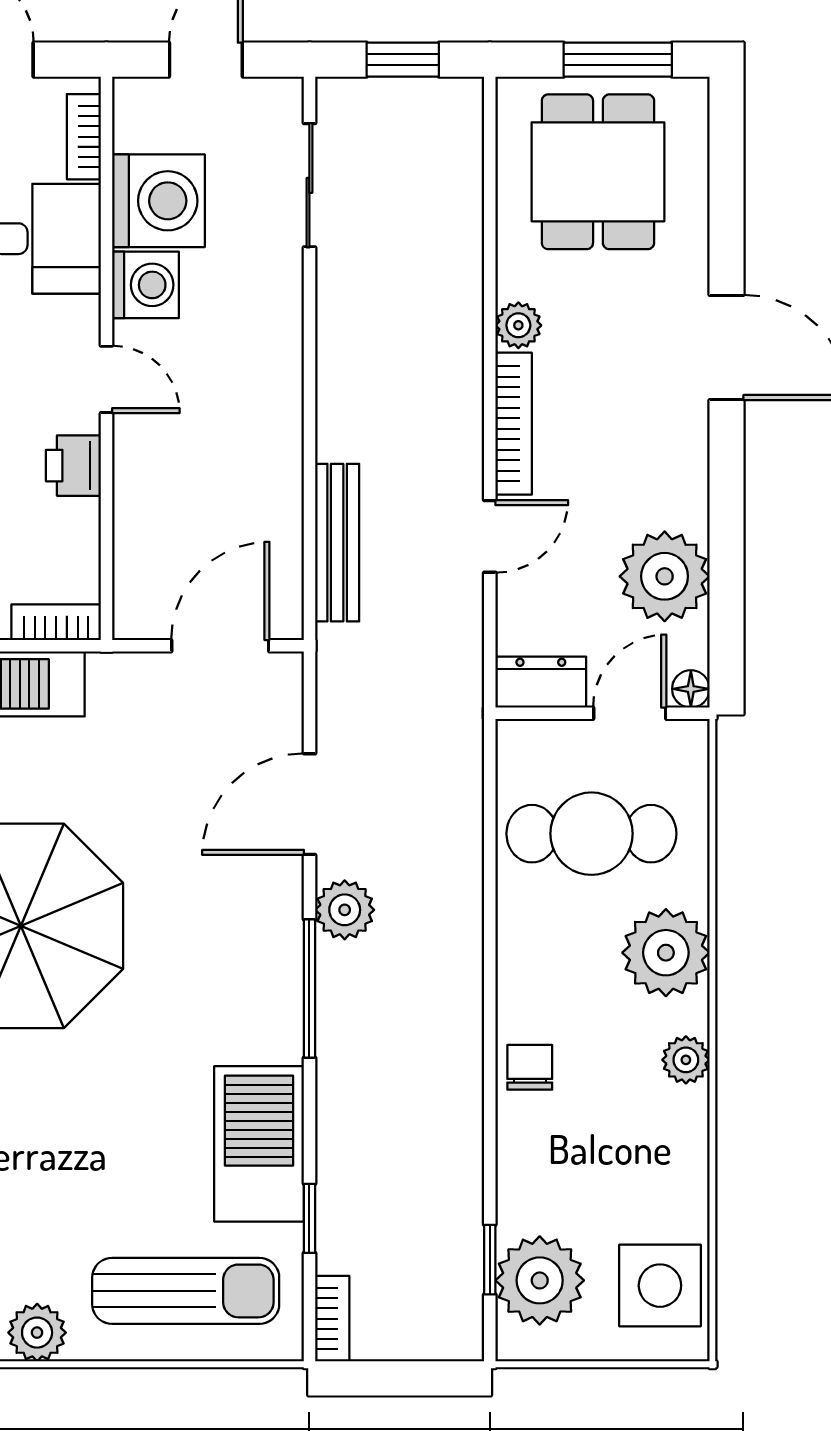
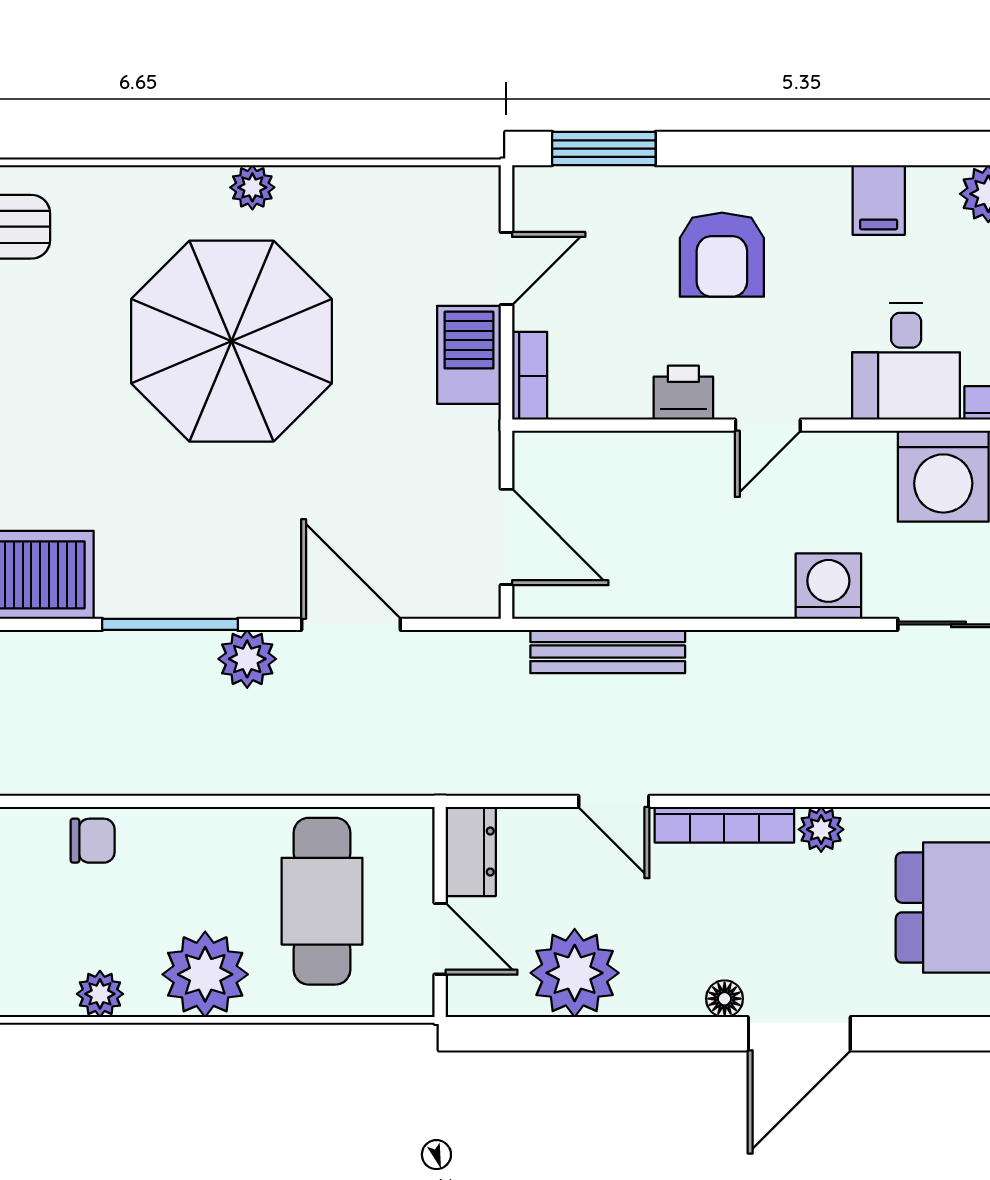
washing machine: (146, 285) -> (828, 586), moved, turned 180
floor lamp: (691, 689) -> (725, 999), moved

